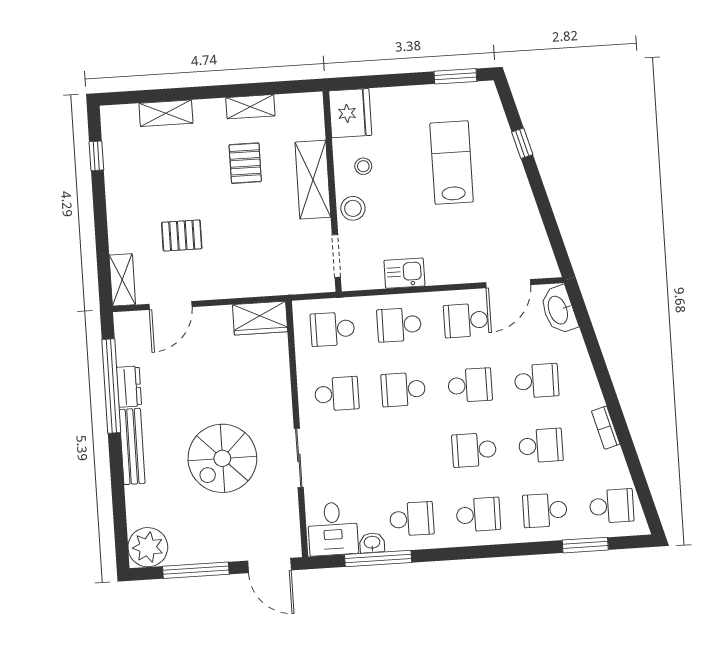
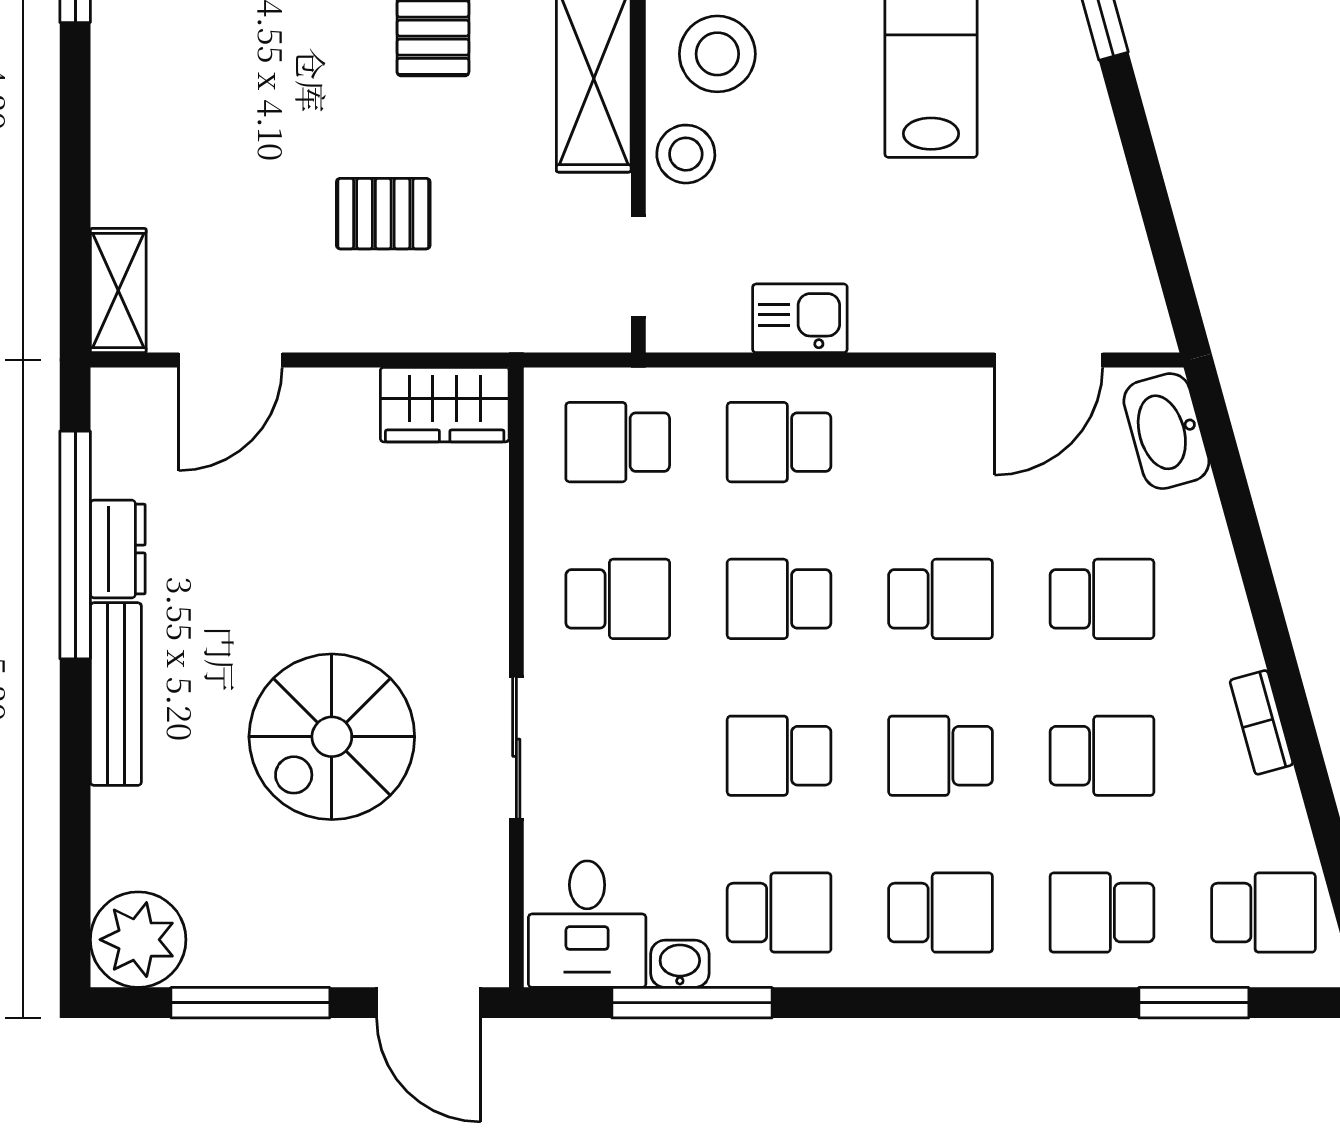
stool: (363, 166) -> (717, 54), width x1.89, depth x1.89
pallet: (182, 236) -> (383, 214), moved
school desk: (466, 320) -> (779, 756), moved

